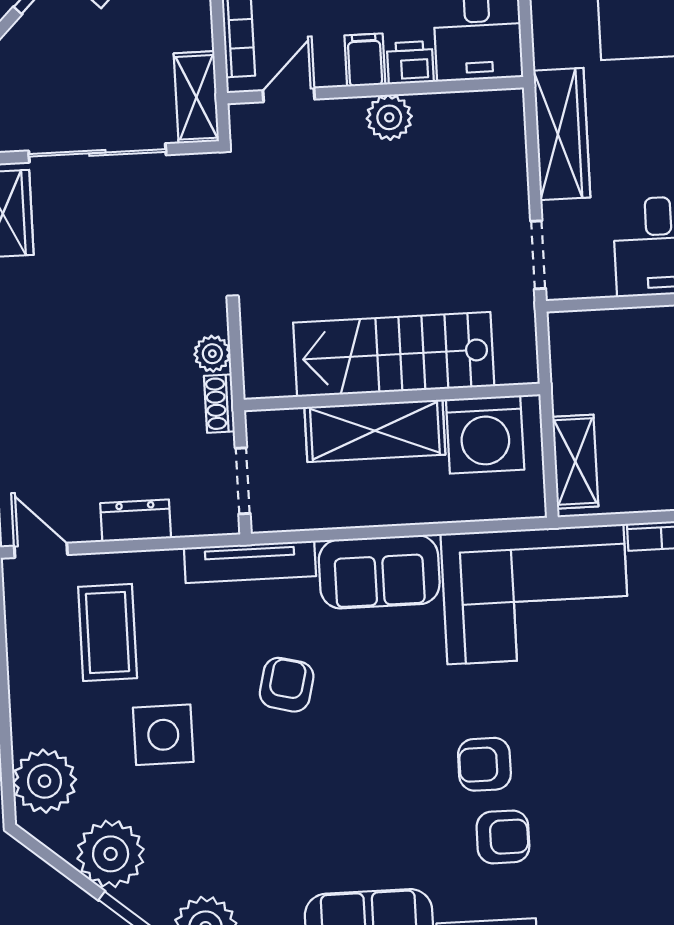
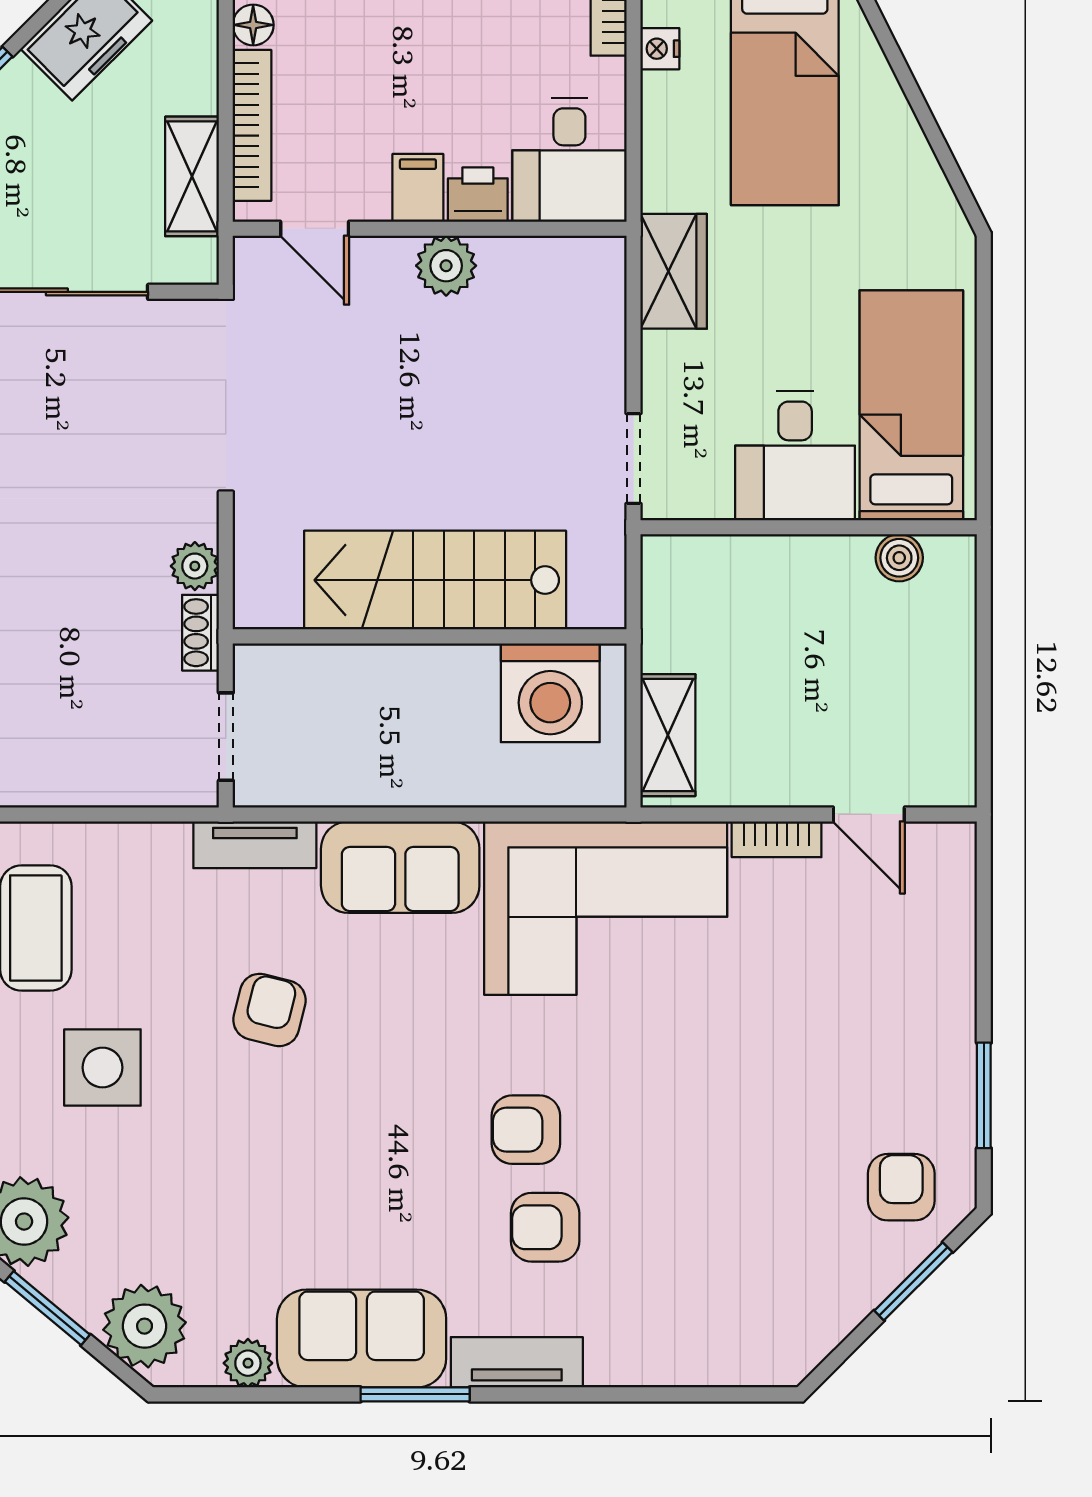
door: (289, 95) -> (315, 229), swing flipped
shelving: (196, 97) -> (192, 176), moved
wardrobe: (562, 134) -> (674, 271), width x0.67
shelving: (375, 431) -> (405, 680), removed
dresser: (136, 521) -> (81, 782), removed
tv unit: (250, 562) -> (255, 845), width x0.71
armchair: (503, 837) -> (545, 1227), turned 180

